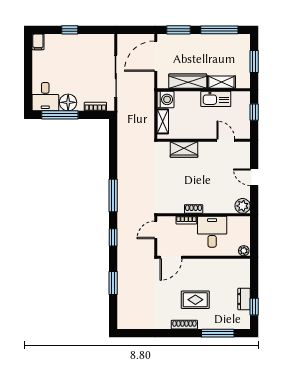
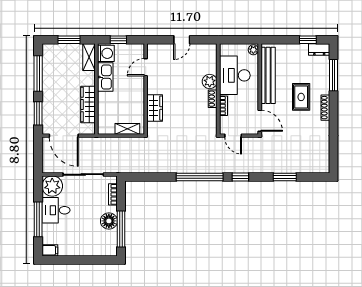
window: (70, 30) -> (38, 219), width x2.17
plant: (104, 44) -> (52, 186), added
shelving: (221, 82) -> (89, 57), moved
desk: (45, 97) -> (56, 210), moved, turned 180
washing machine: (165, 99) -> (106, 53), moved, turned 90
window: (113, 196) -> (200, 177), width x1.46
plant: (243, 206) -> (210, 82), moved
desk: (212, 232) -> (235, 75), width x1.37
bench: (217, 266) -> (268, 75), added
dresser: (244, 299) -> (319, 49), moved

